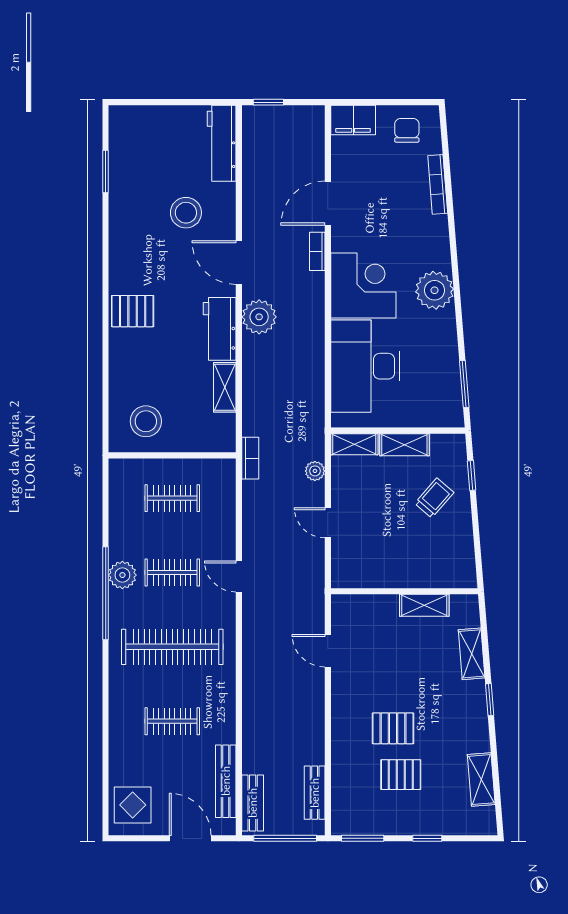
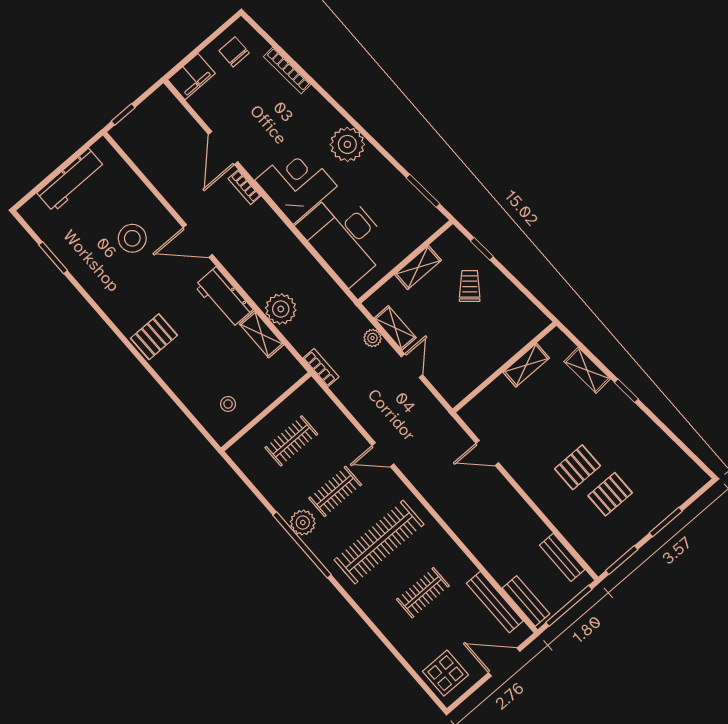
workbench: (222, 143) -> (71, 180), moved, turned -90
plant: (259, 317) -> (281, 309), moved
stool: (146, 421) -> (228, 404), width x0.53, depth x0.53
shelving: (354, 444) -> (395, 328), moved, turned 90
door: (328, 523) -> (412, 366), swing flipped
shelving: (481, 780) -> (668, 450), removed
window: (427, 838) -> (666, 522), width x1.50

